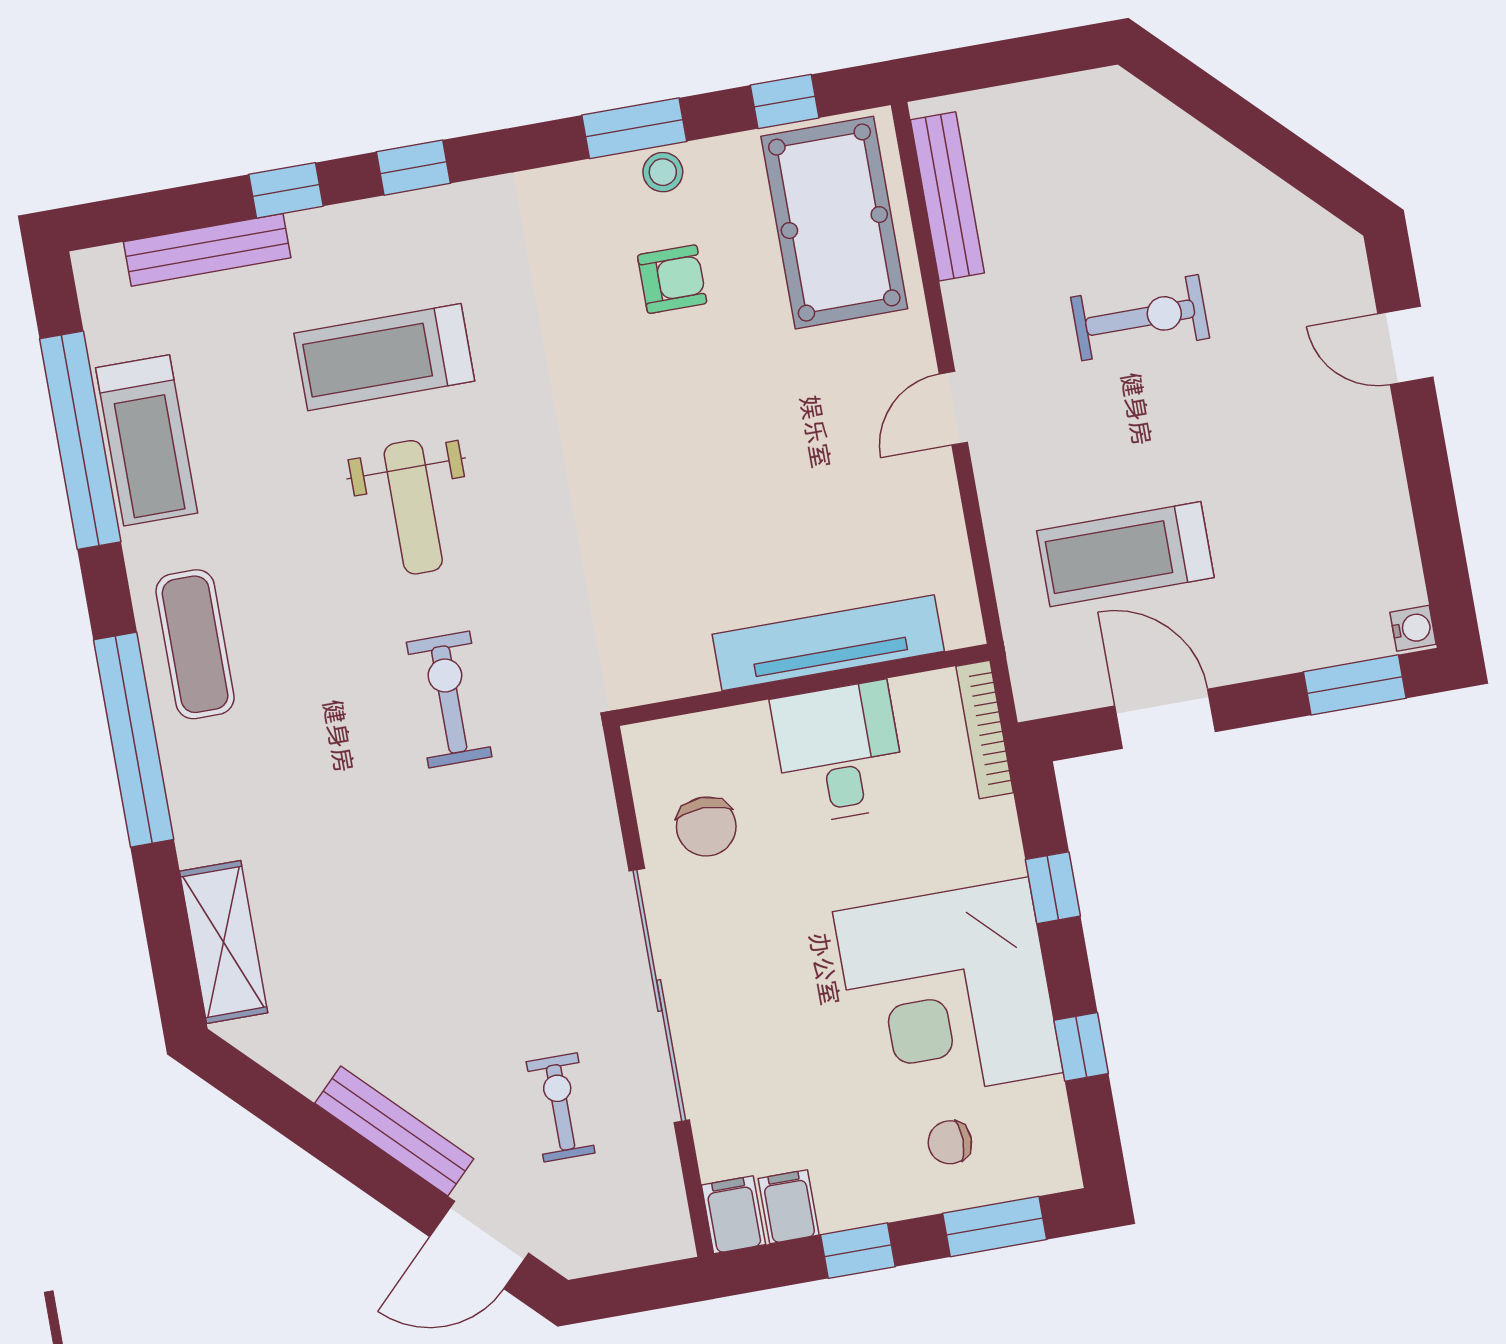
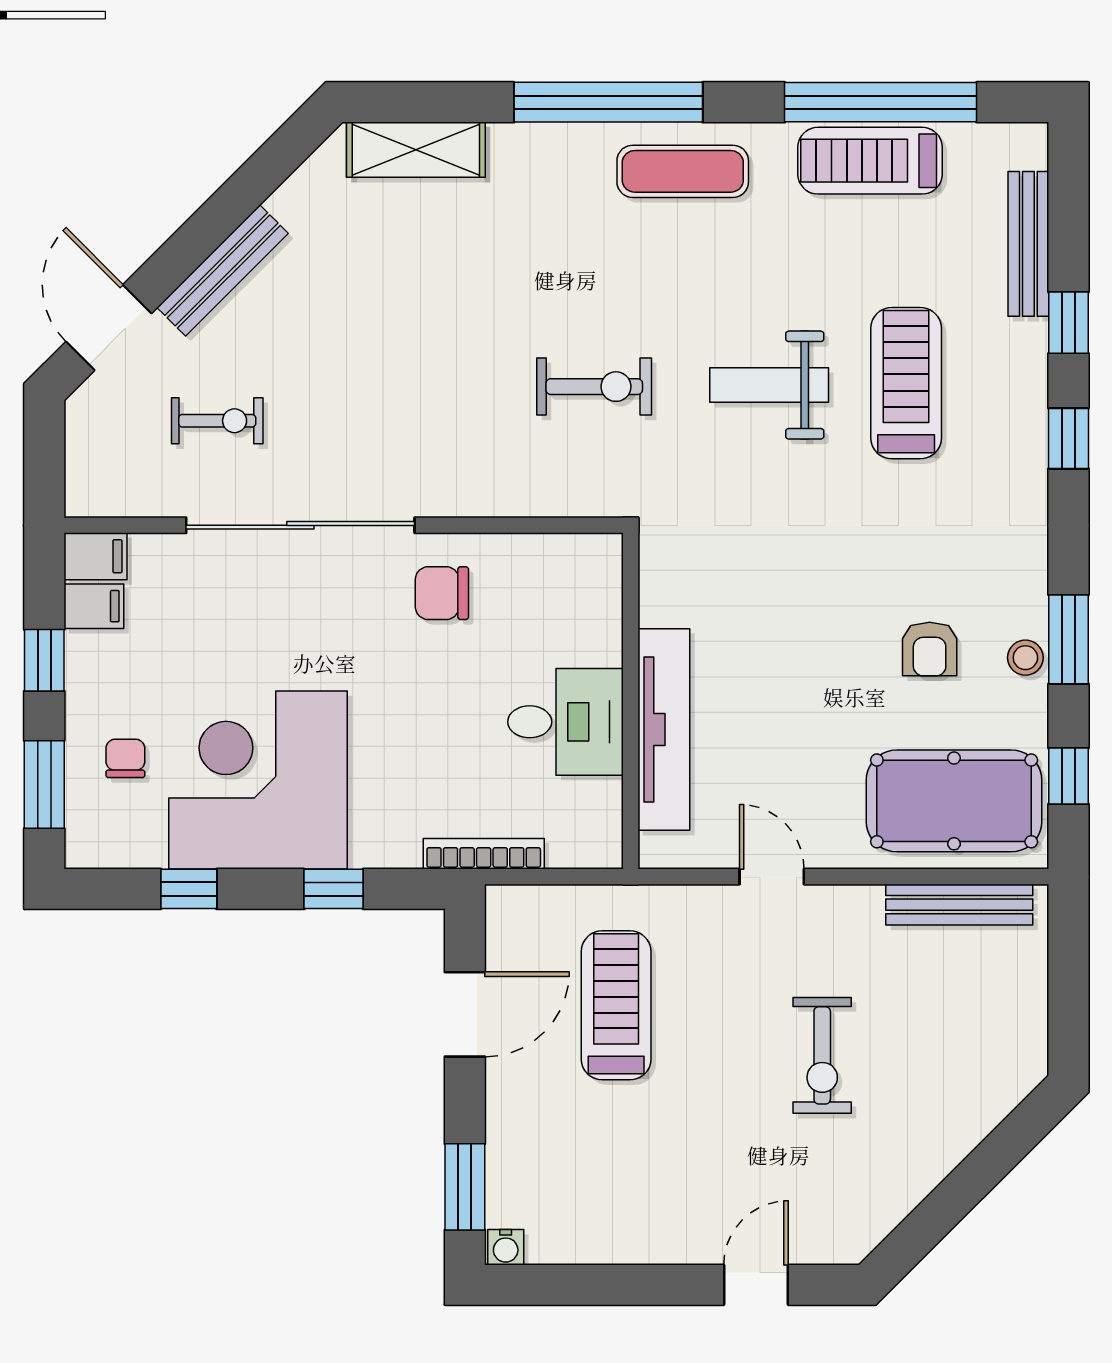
tv unit: (828, 643) -> (664, 729), moved
wall: (803, 685) -> (631, 701), moved
desk: (839, 752) -> (565, 722), moved

